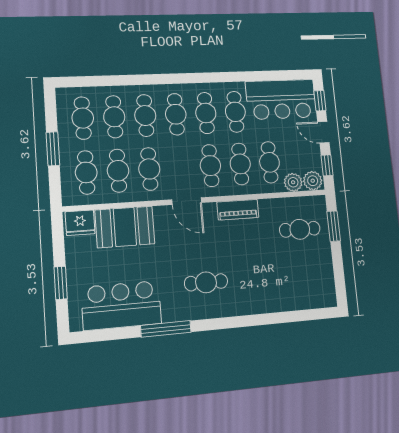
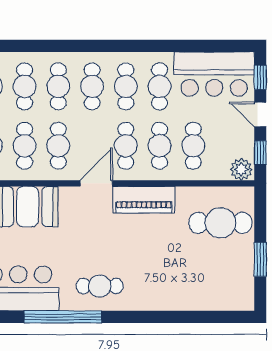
plant: (293, 182) -> (218, 170), removed
door: (187, 201) -> (96, 183), swing flipped
piano: (238, 210) -> (144, 200), width x1.37, depth x1.33
window: (334, 226) -> (260, 259), moved
cafe table: (300, 229) -> (220, 223), width x1.37, depth x1.35
cafe table: (206, 282) -> (100, 286), moved
window: (166, 329) -> (63, 317), width x1.46

